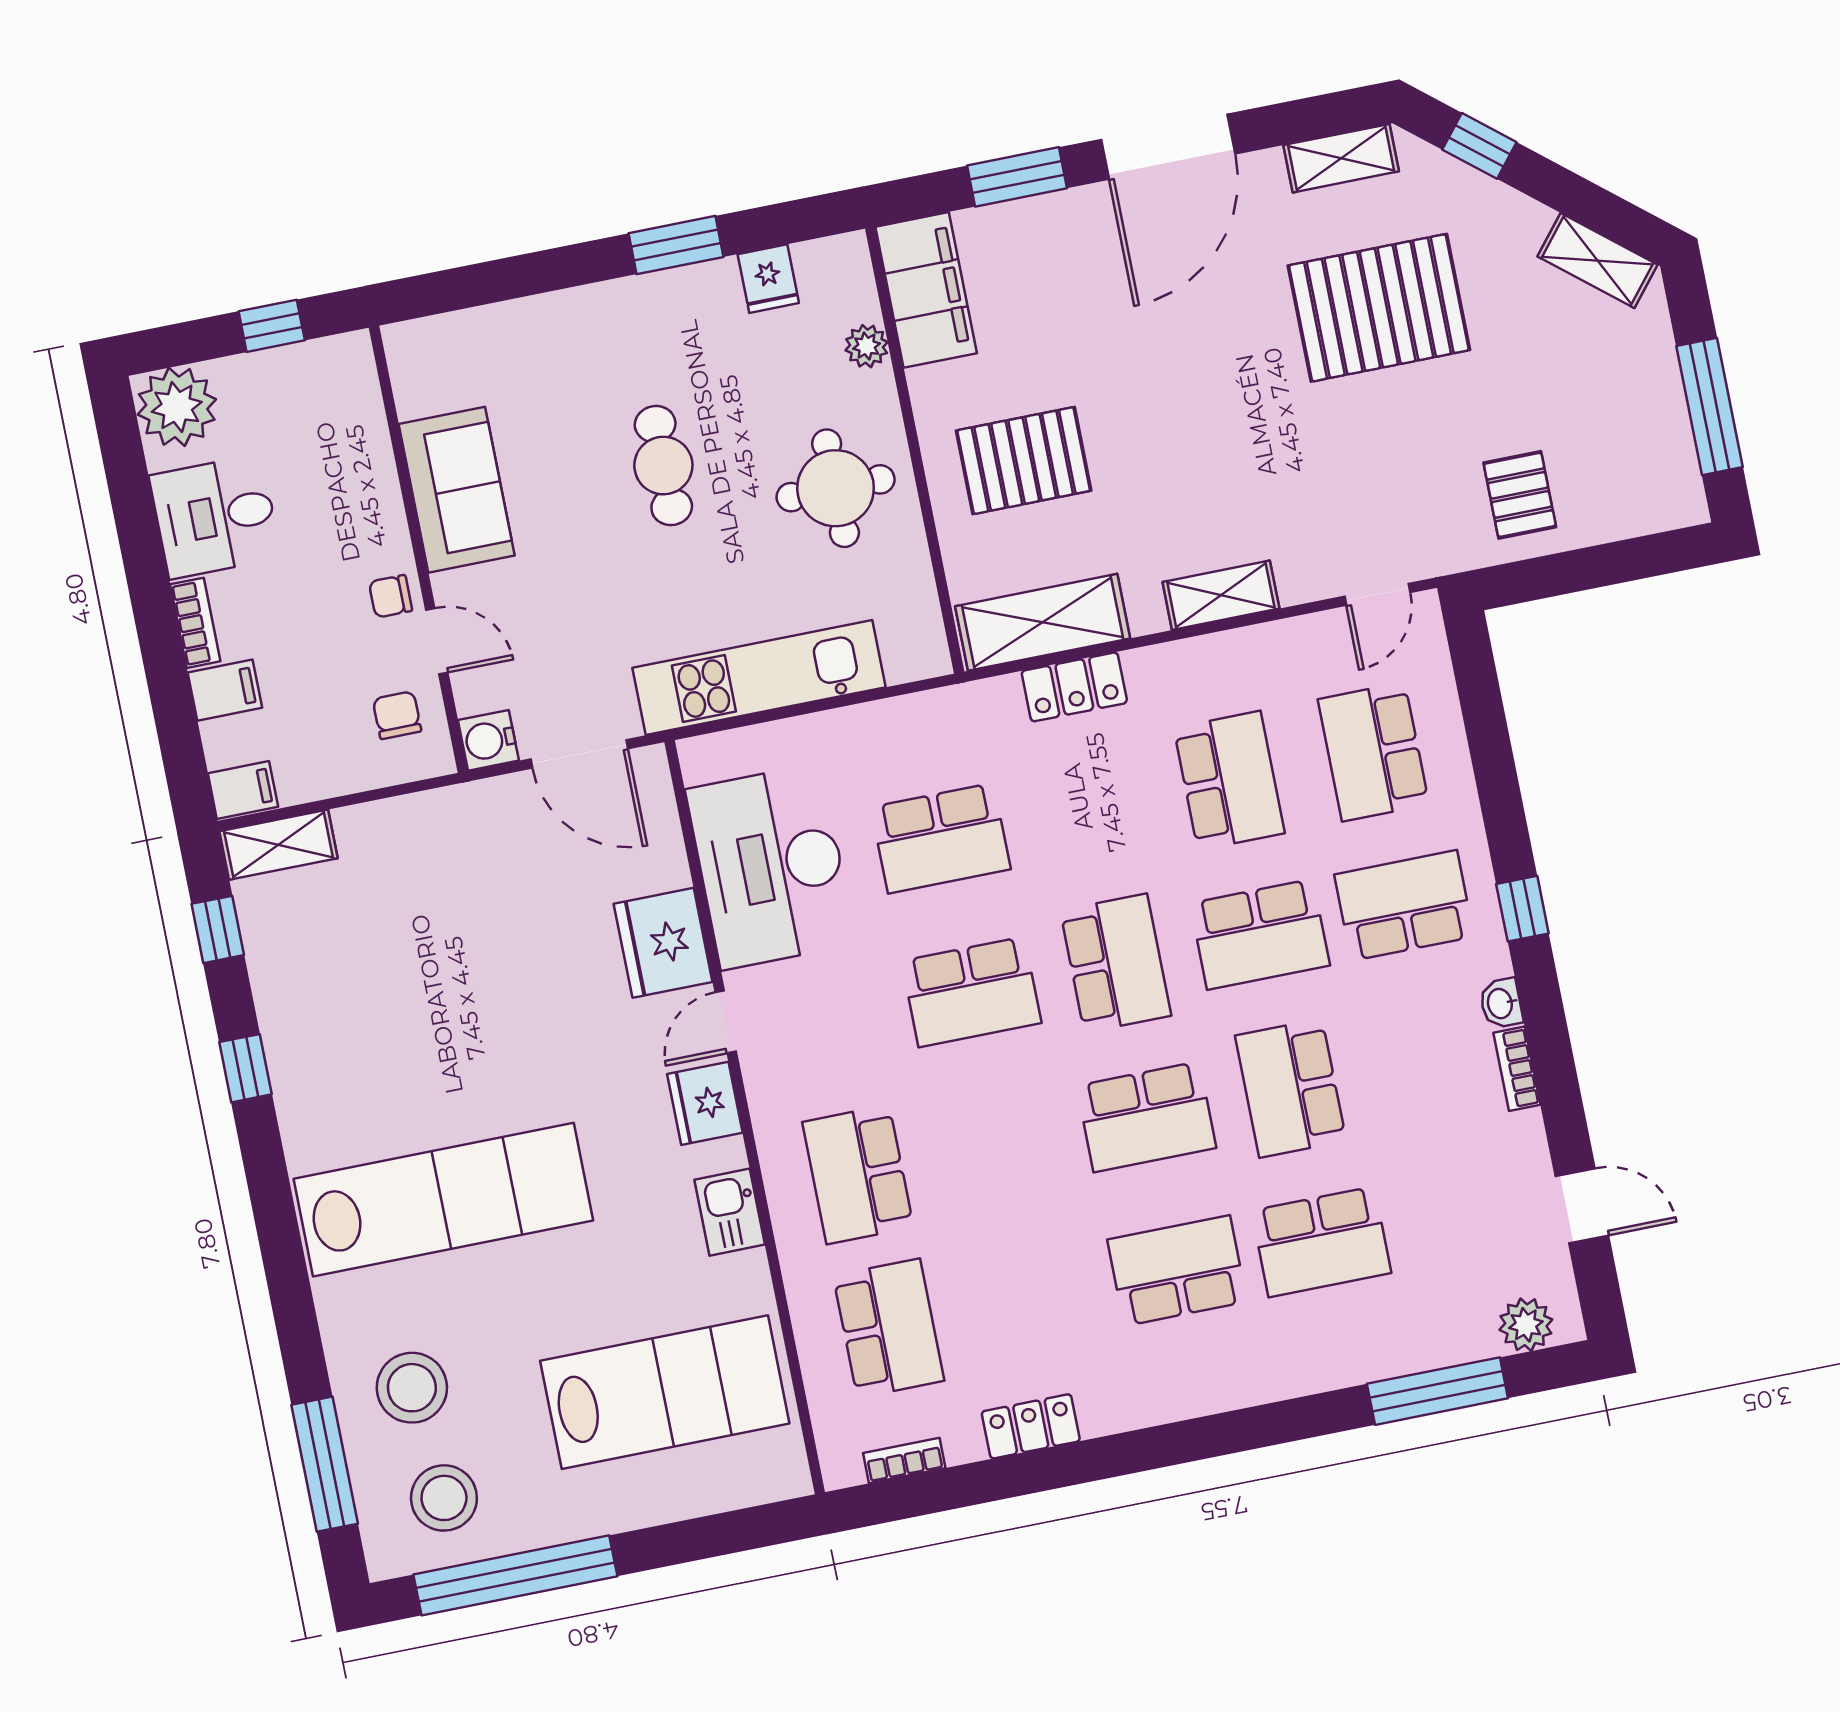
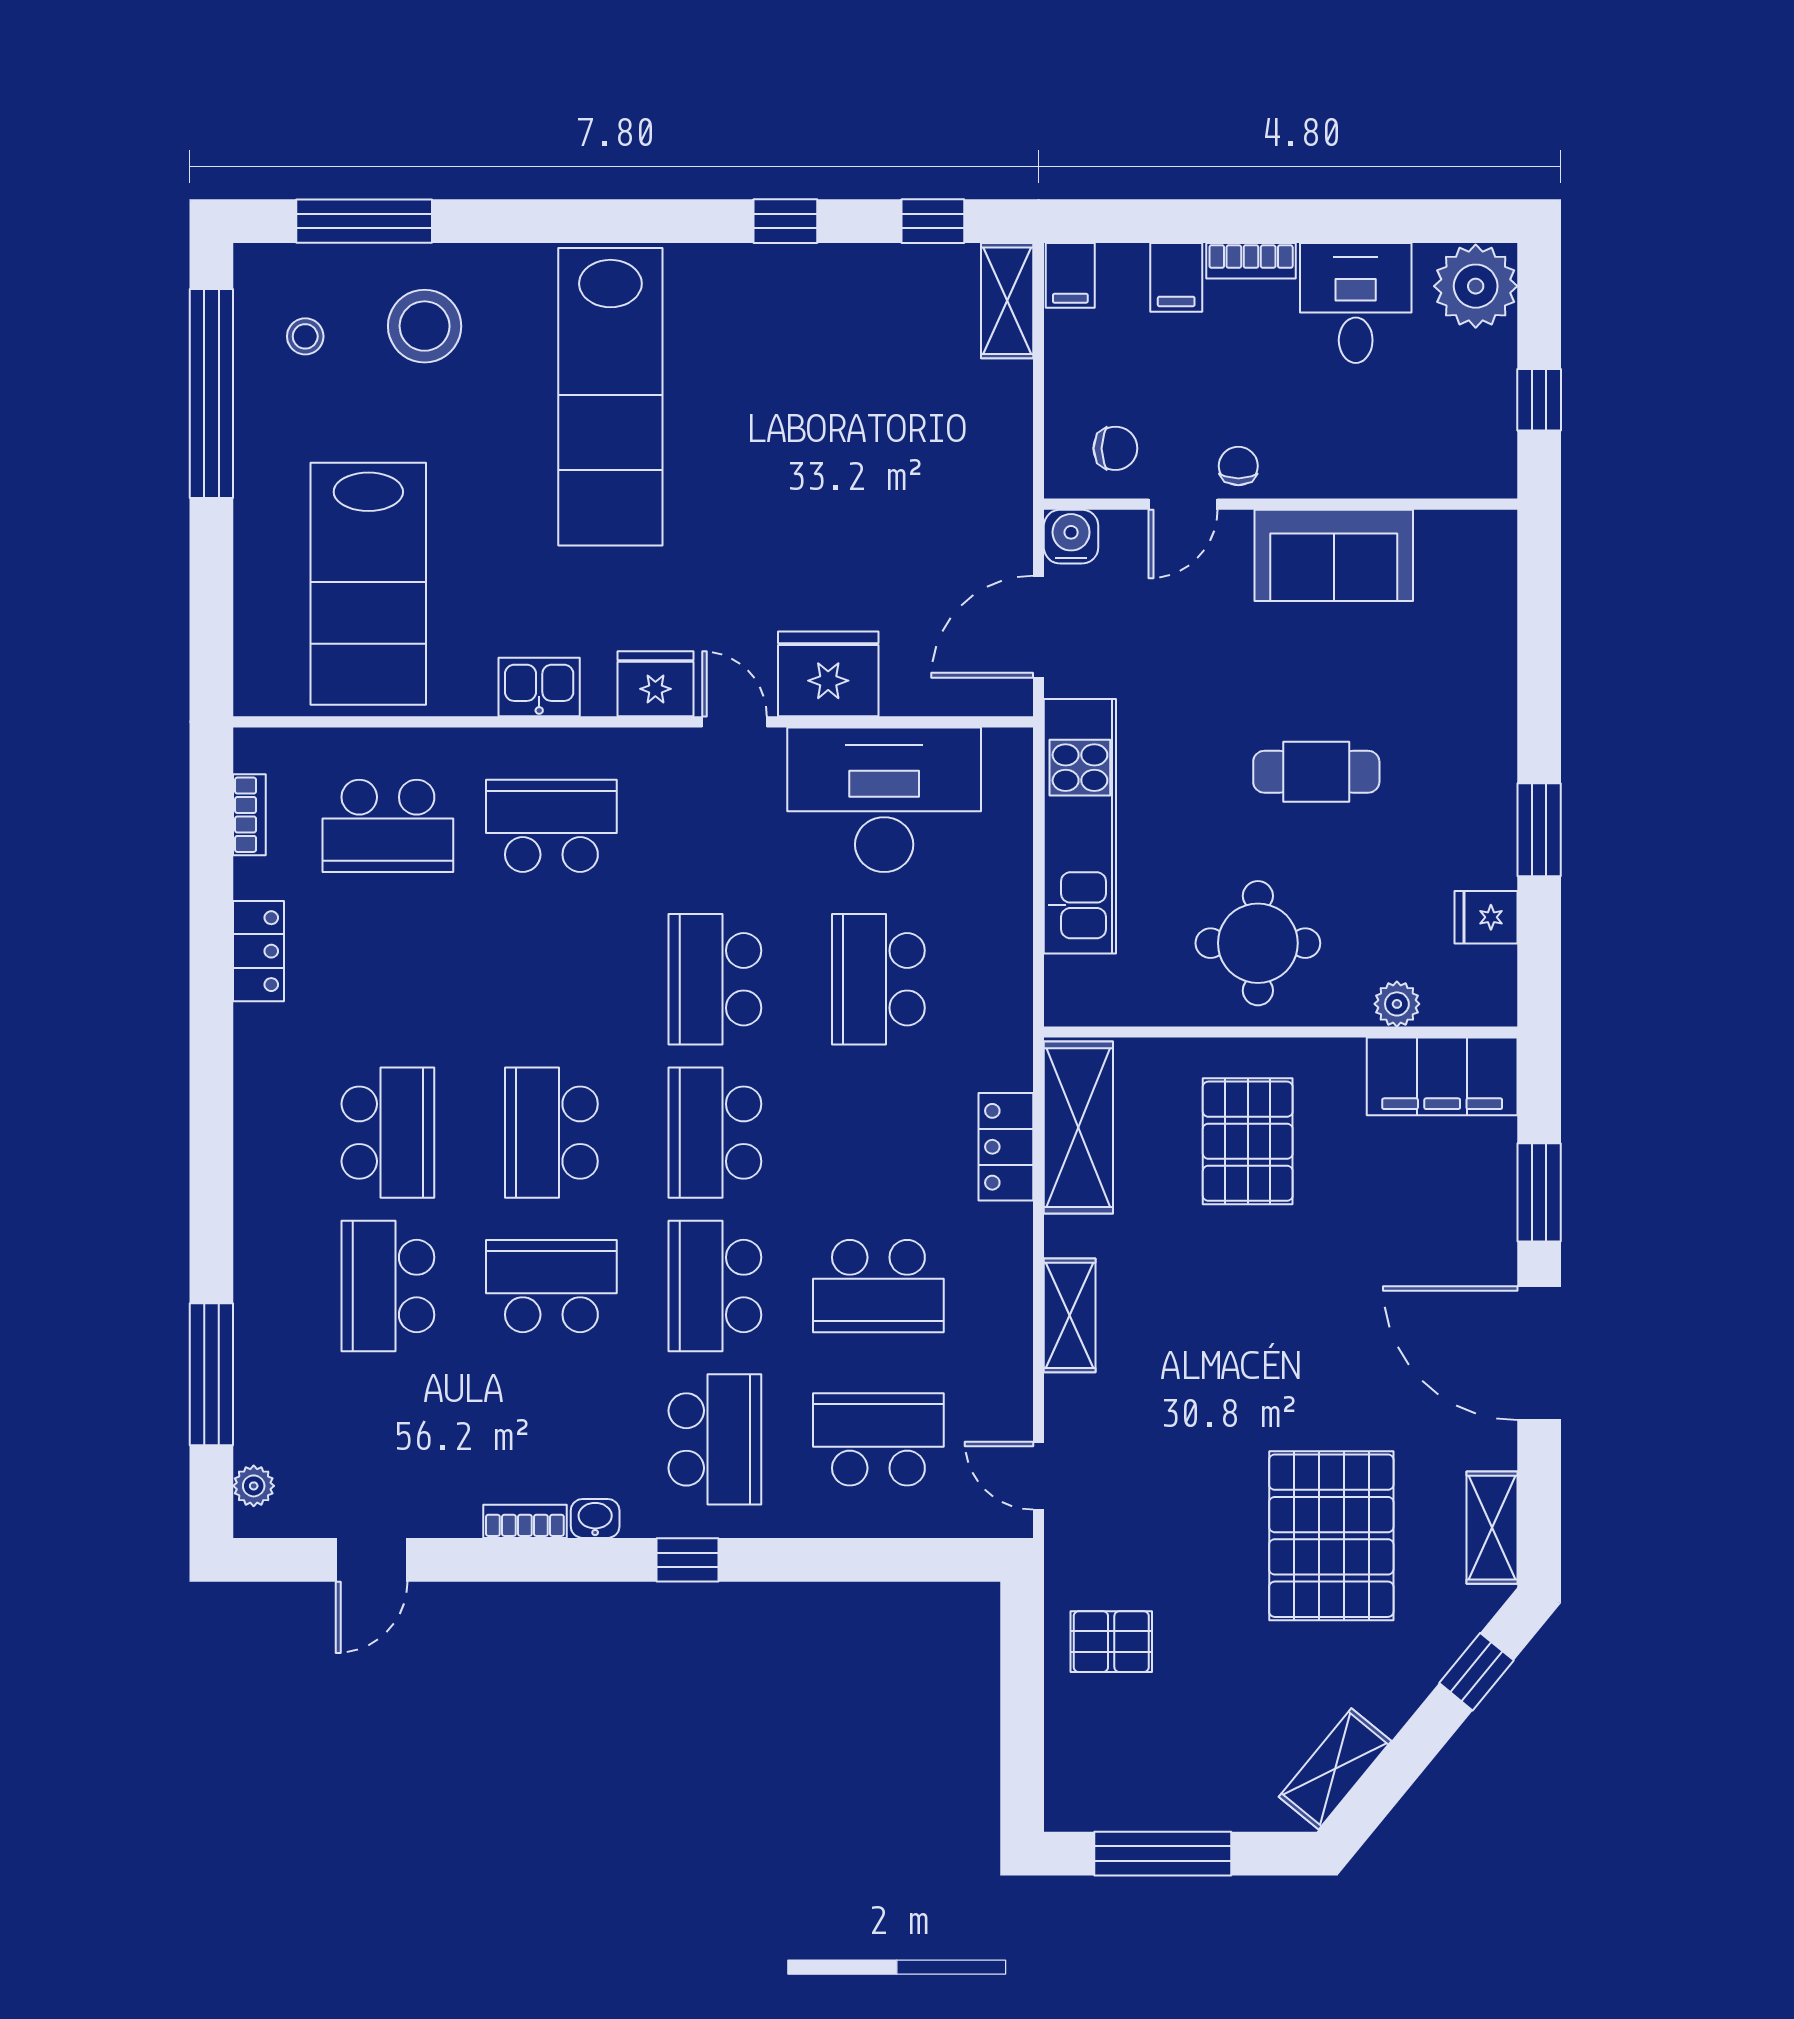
school desk: (1116, 963) -> (715, 1133), turned 90
plant: (1526, 1325) -> (254, 1486), width x0.73, depth x0.73
stool: (444, 1498) -> (305, 336), width x0.53, depth x0.53

